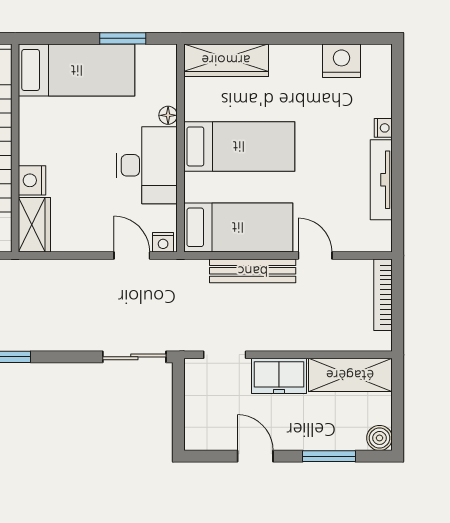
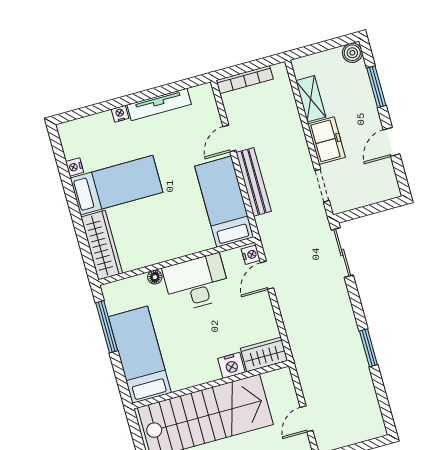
window: (123, 38) -> (107, 327), width x1.44
nightstand: (341, 61) -> (75, 167), width x0.53, depth x0.56
bed: (239, 146) -> (117, 185), moved, turned 90
shelving: (350, 375) -> (311, 99), width x0.67, depth x0.75

